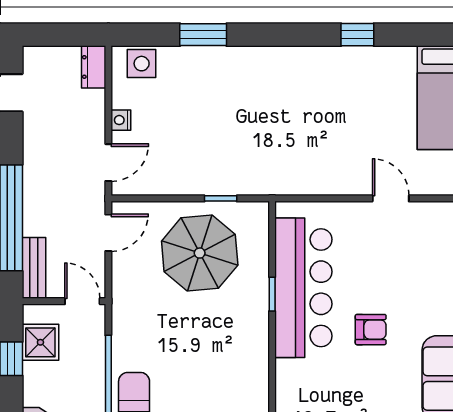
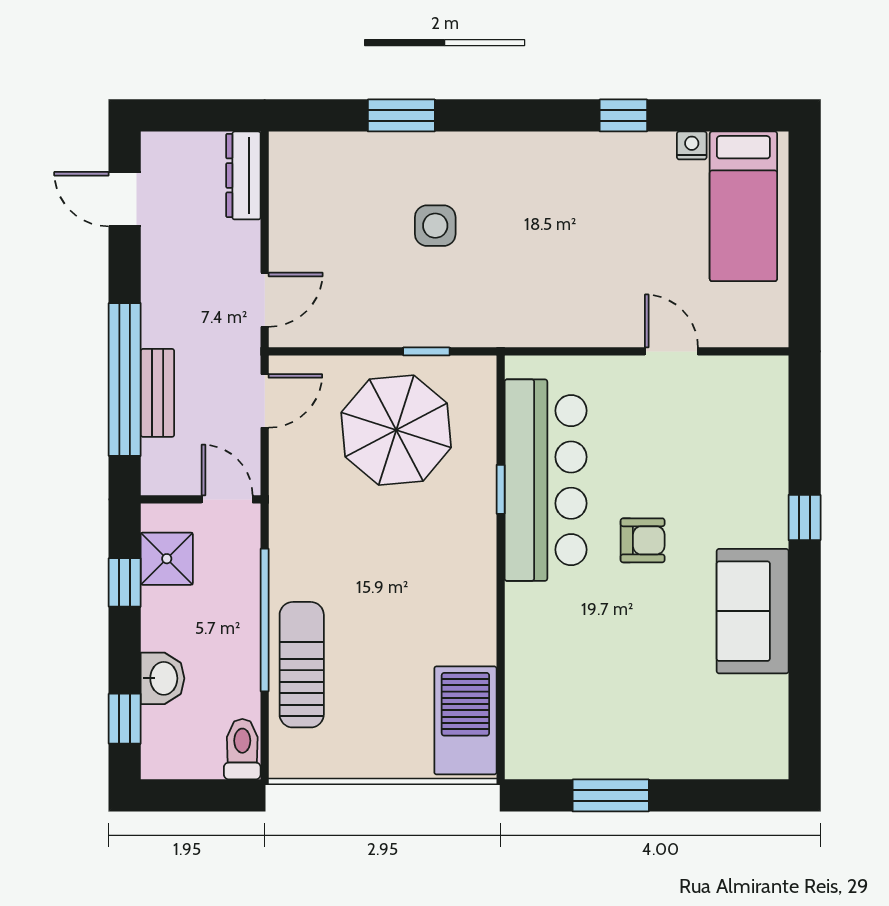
side table: (142, 64) -> (435, 226), moved
dresser: (94, 67) -> (243, 175), width x1.44
nightstand: (121, 120) -> (692, 145), moved, turned 90
bench: (34, 268) -> (157, 393), moved

